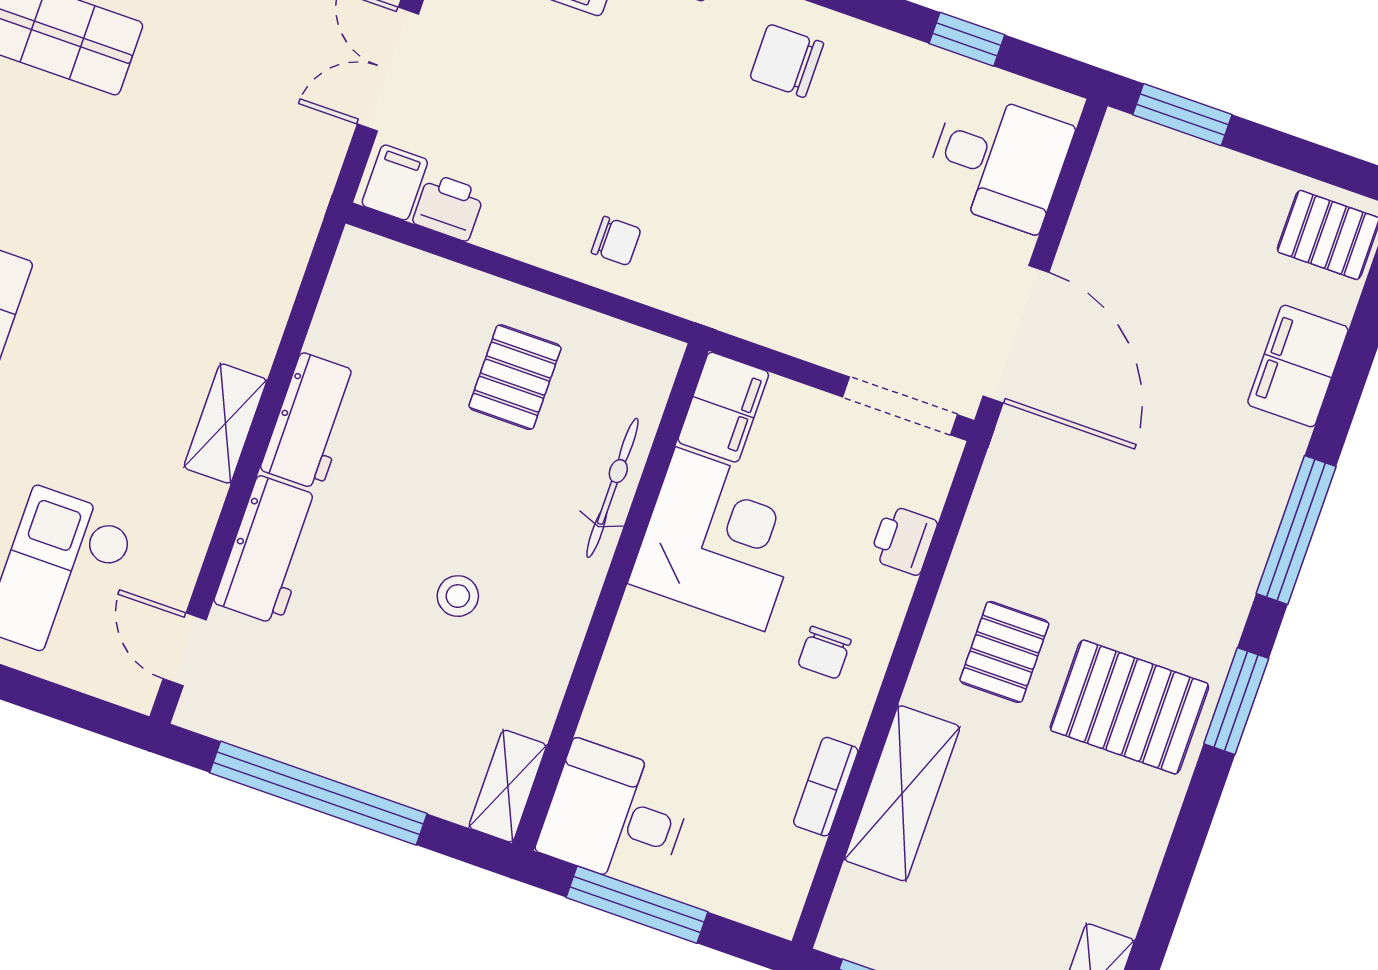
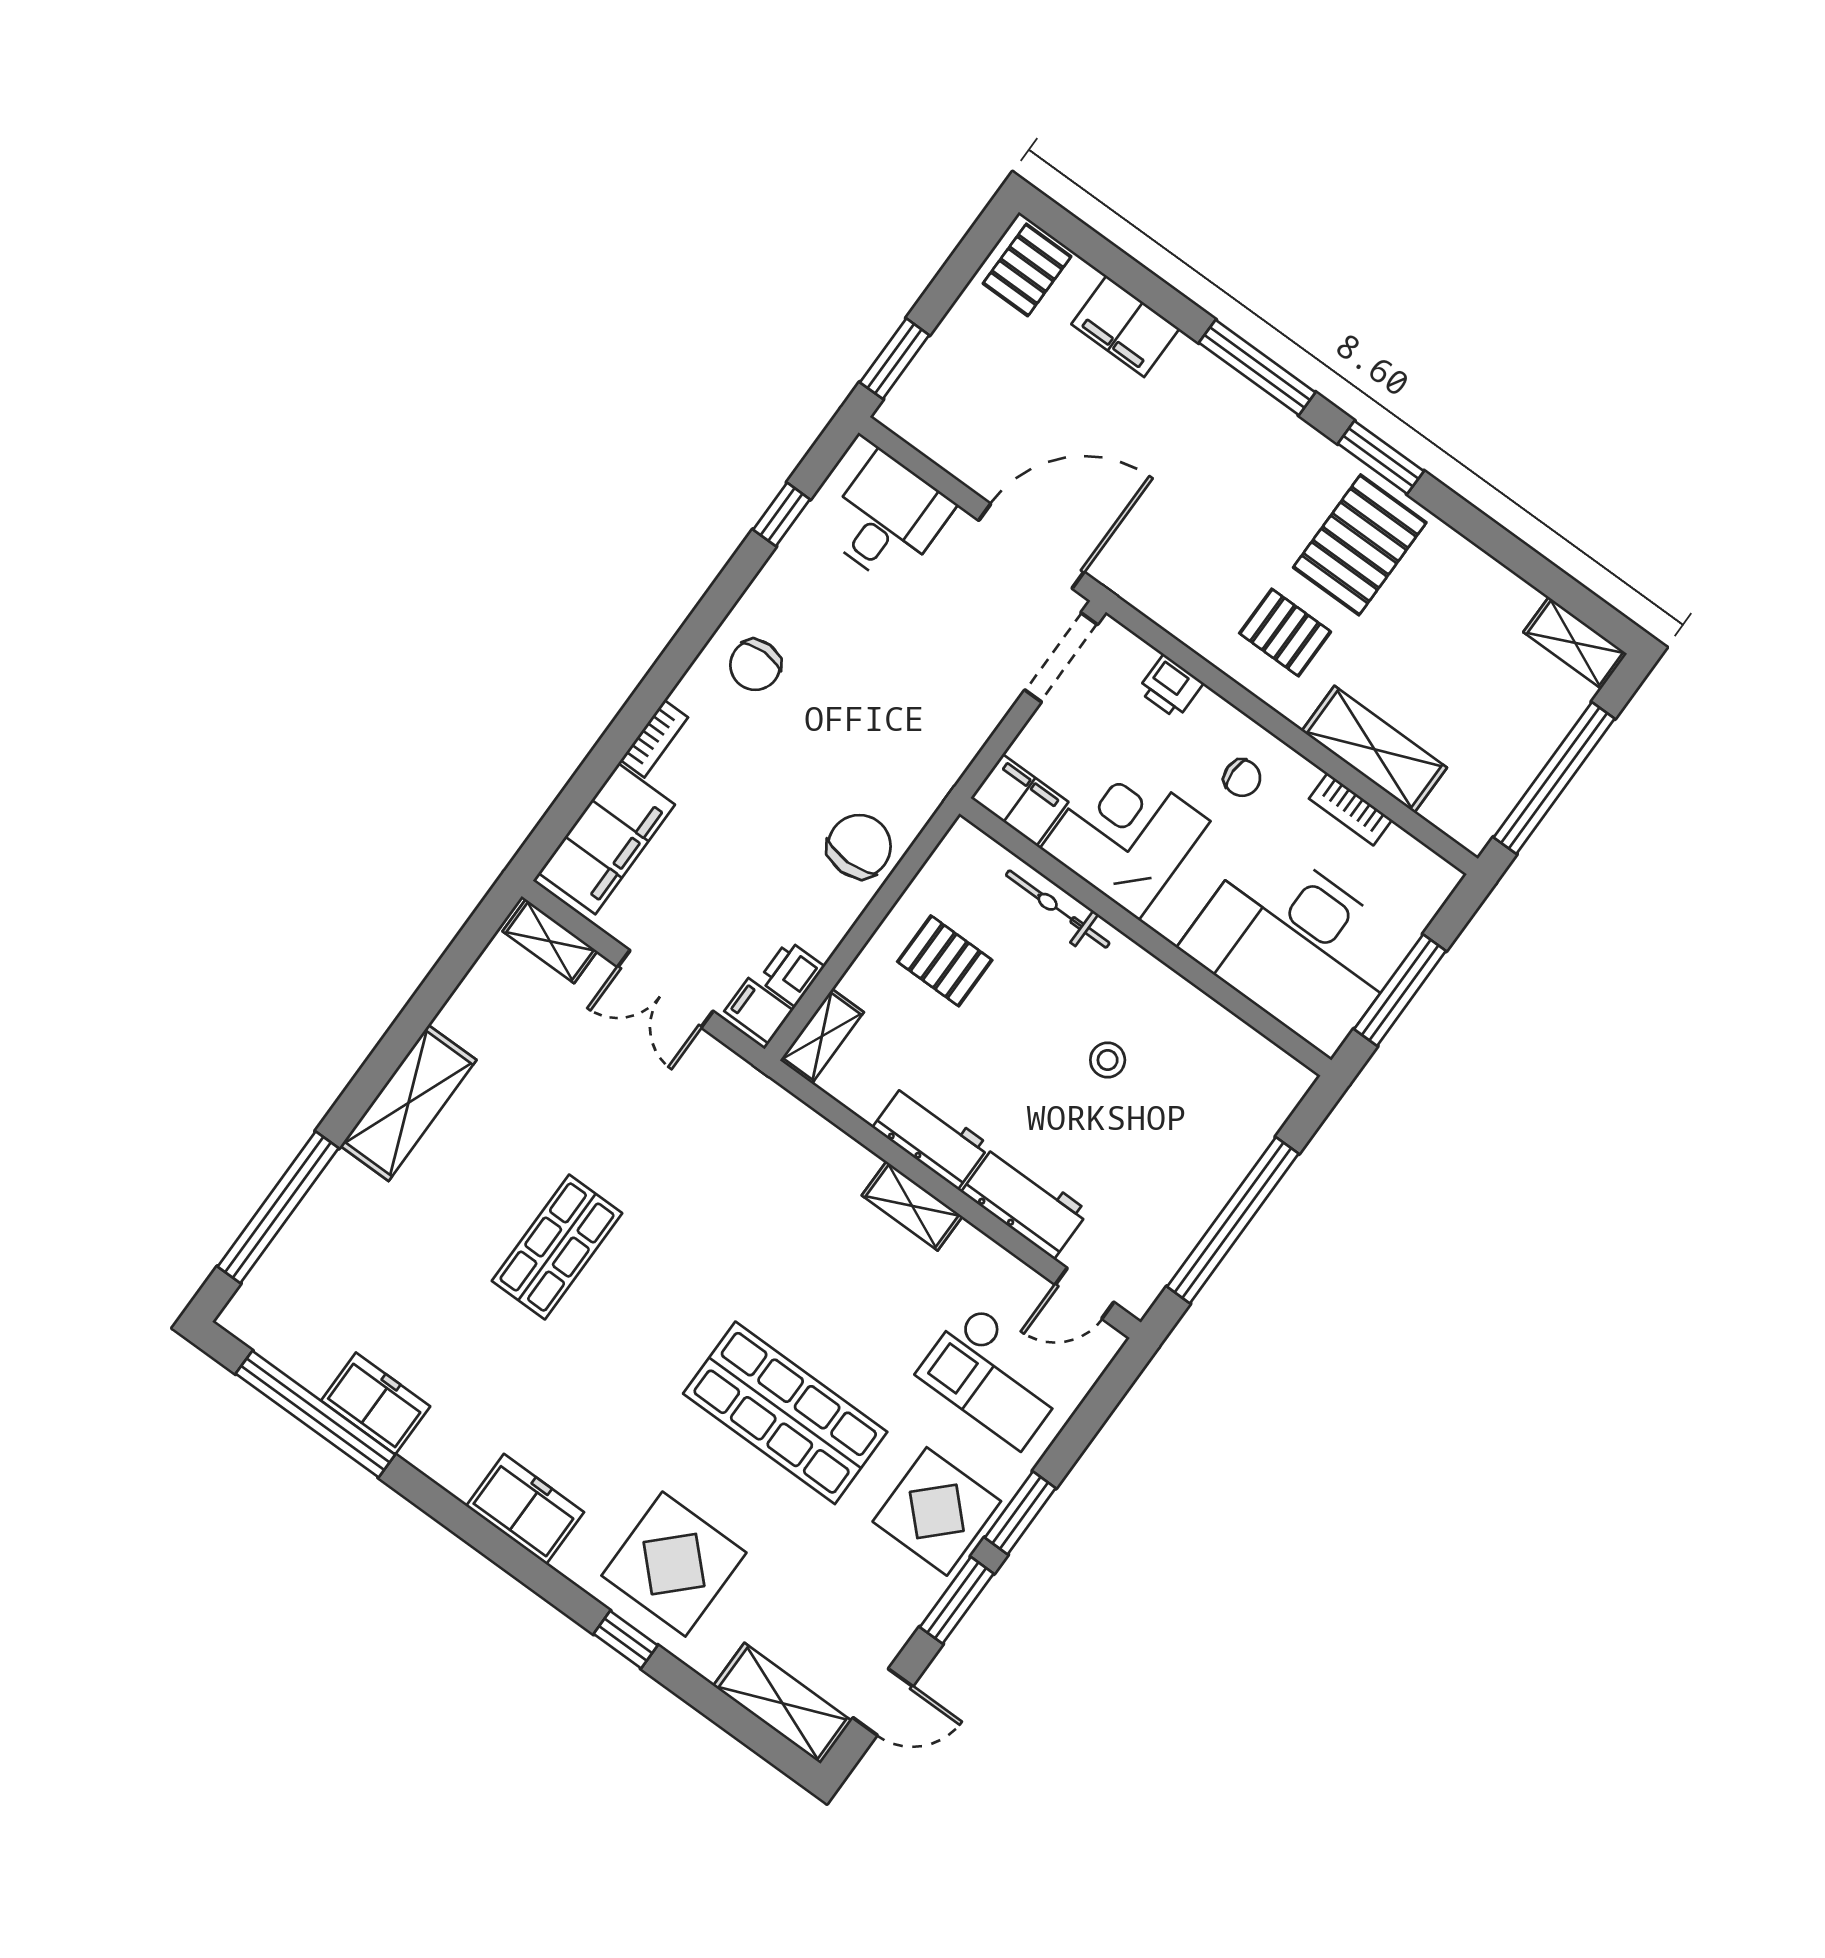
chair: (616, 241) -> (859, 846), width x1.87, depth x1.87
shelving: (508, 786) -> (822, 1036), moved, turned 90
desk: (616, 815) -> (1296, 946), width x1.87, depth x1.30

